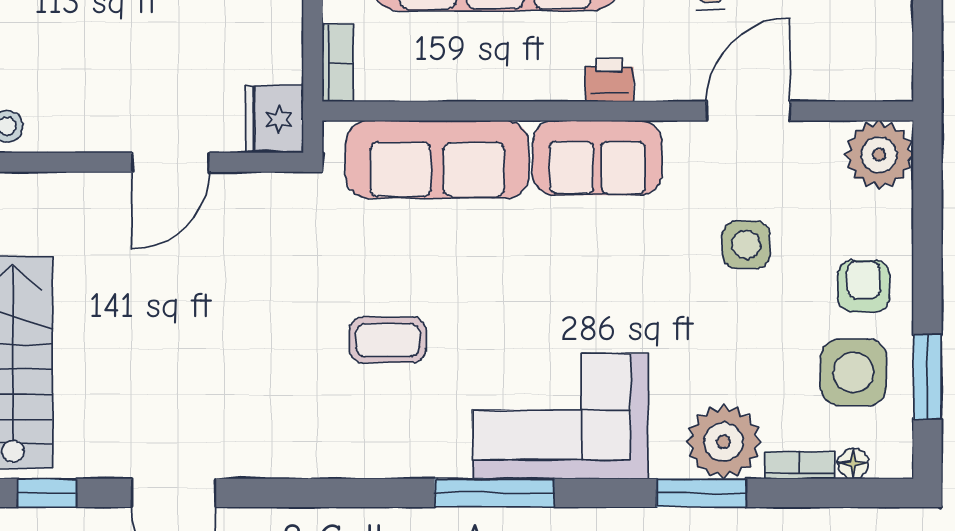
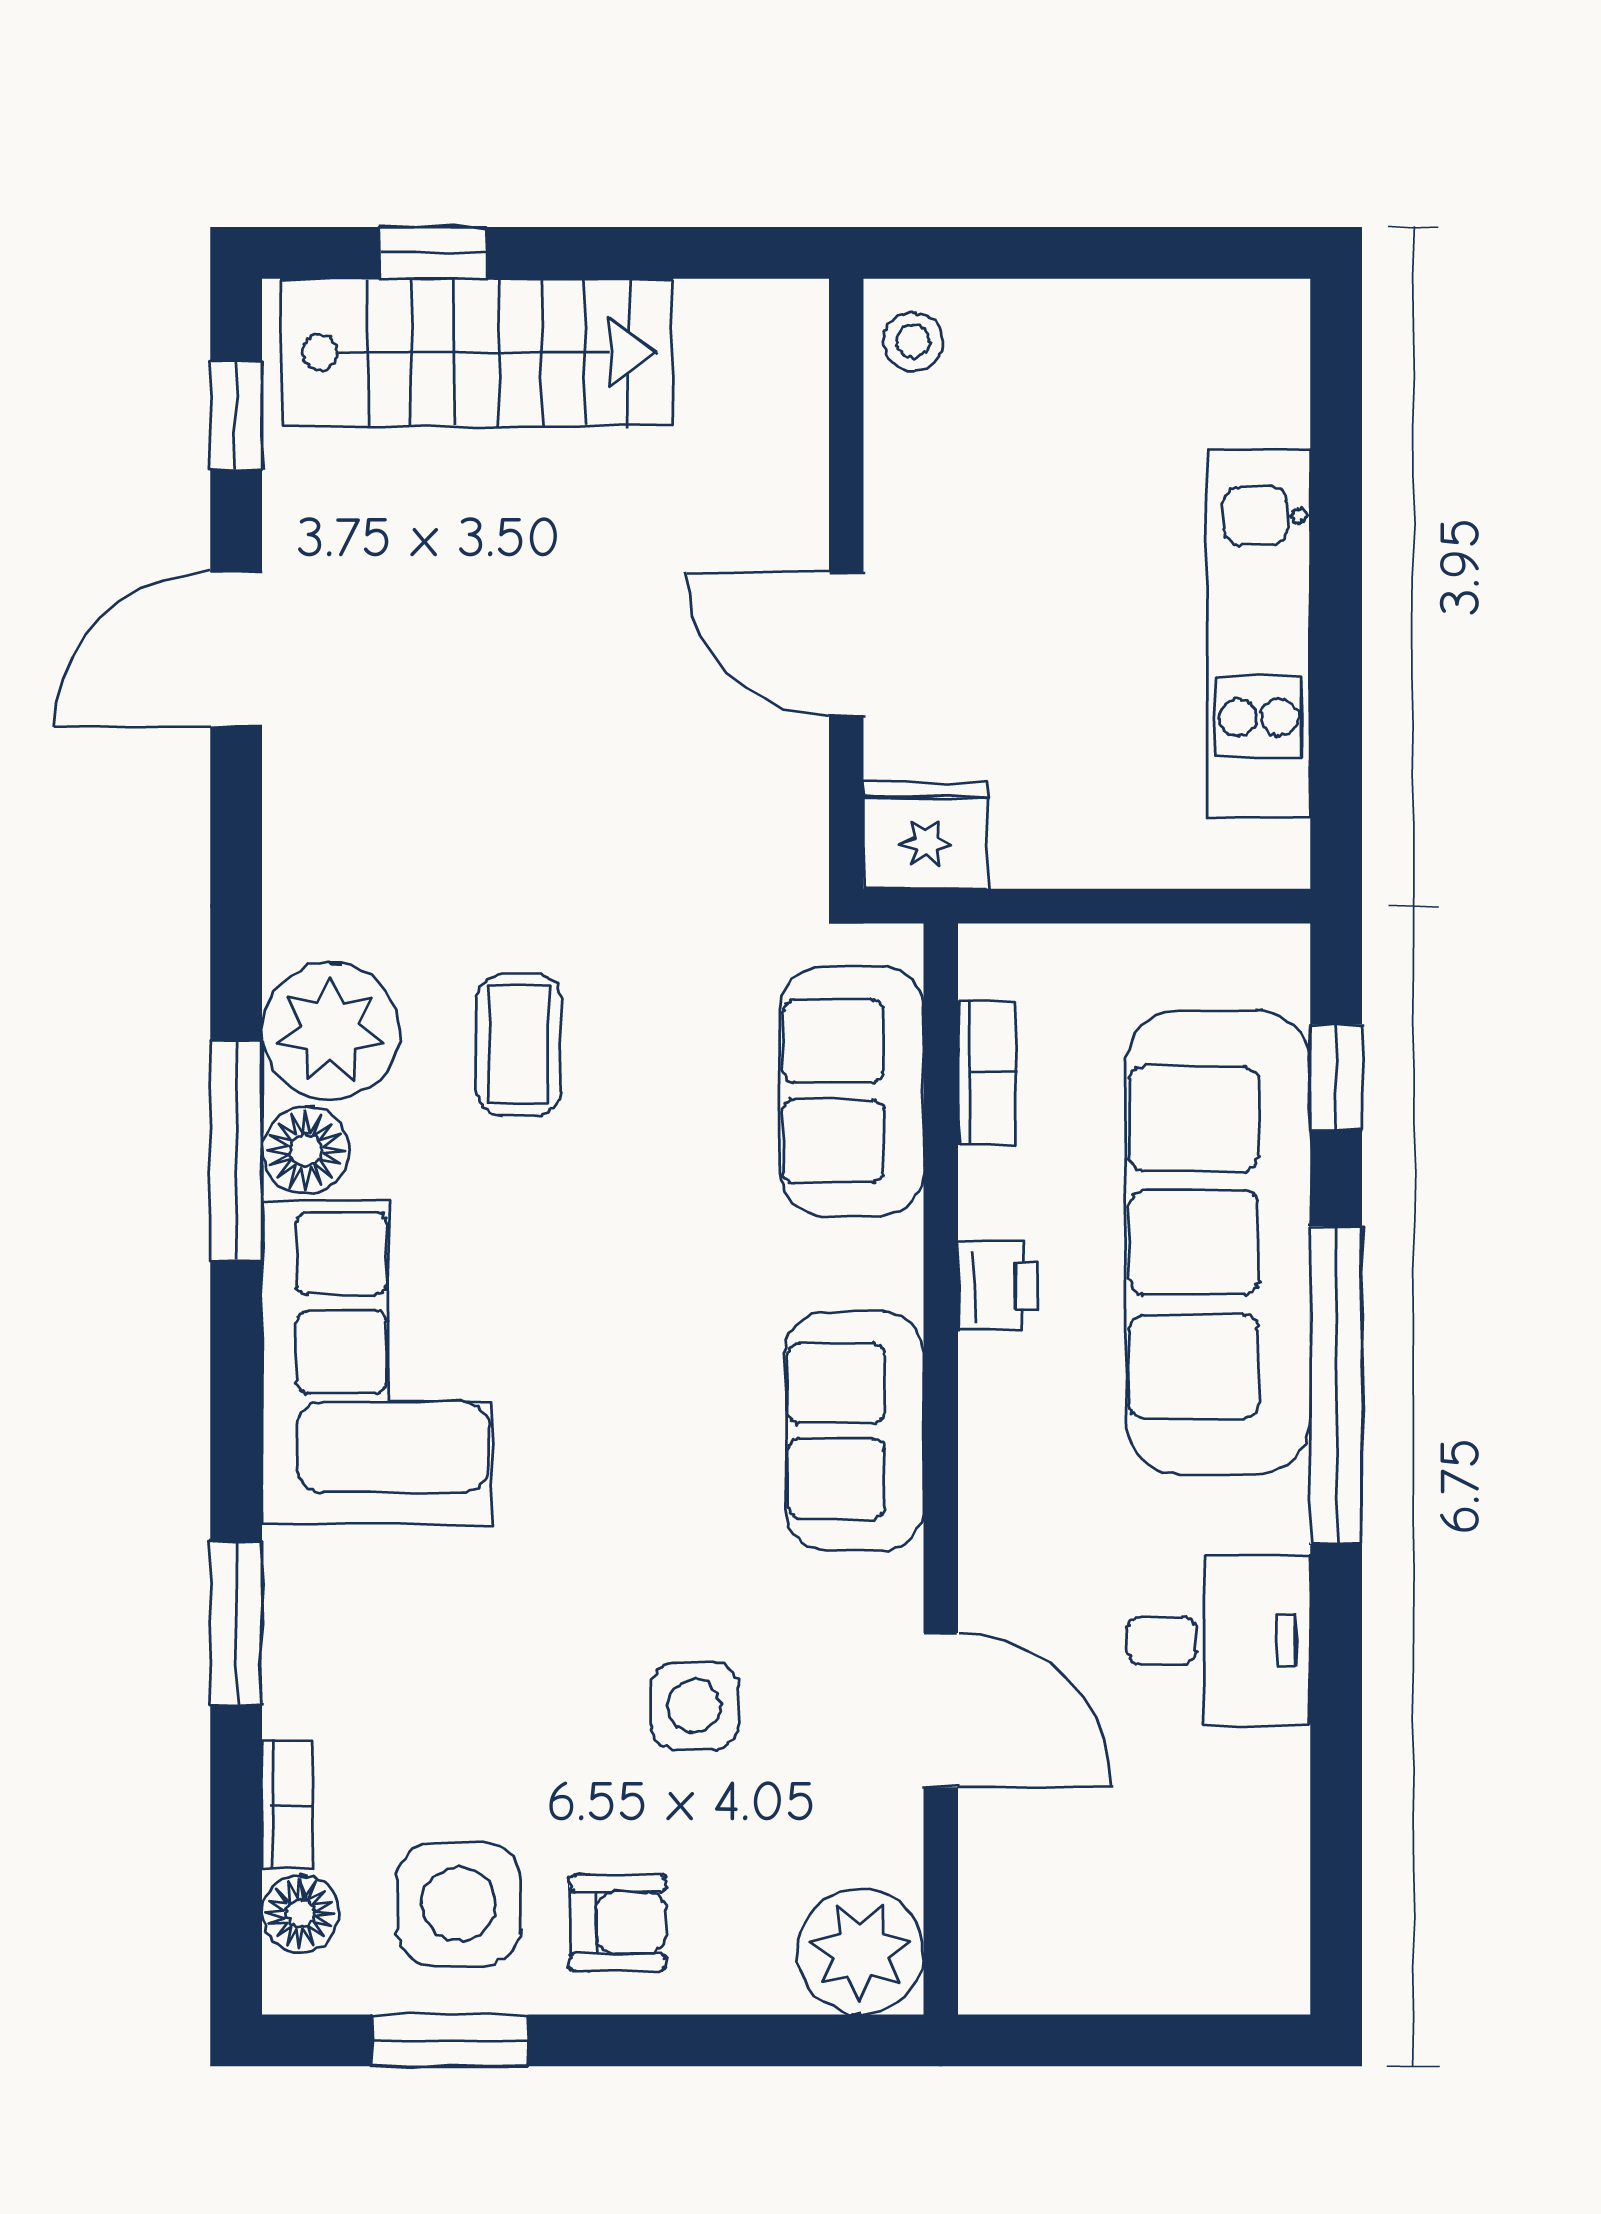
bookcase: (338, 63) -> (987, 1073), moved, turned -90
printer: (609, 80) -> (998, 1286), moved
sofa: (437, 159) -> (852, 1091), width x0.73
plant: (724, 442) -> (330, 1031), moved
floor lamp: (445, 455) -> (306, 1150), added
floor lamp: (853, 464) -> (300, 1914), width x1.37, depth x1.37
window: (494, 493) -> (236, 1151), moved

